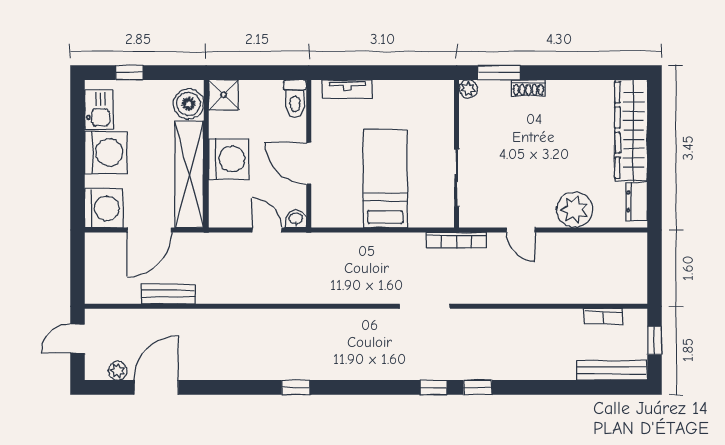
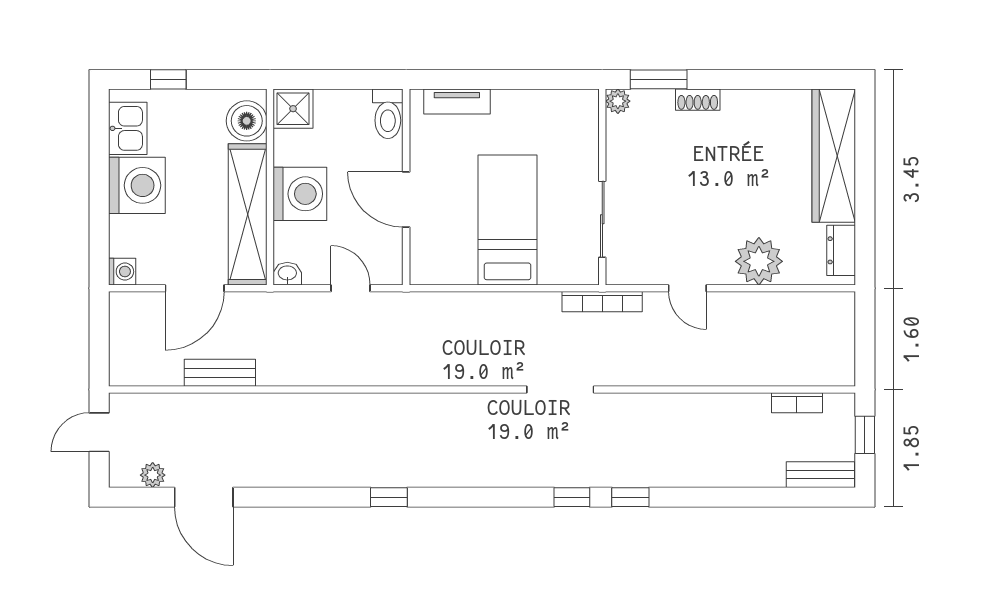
washing machine: (104, 208) -> (122, 272), width x0.53, depth x0.53
washbasin: (296, 219) -> (287, 274), moved
bench: (612, 370) -> (820, 475), width x0.73
door: (156, 387) -> (204, 497), swing flipped

